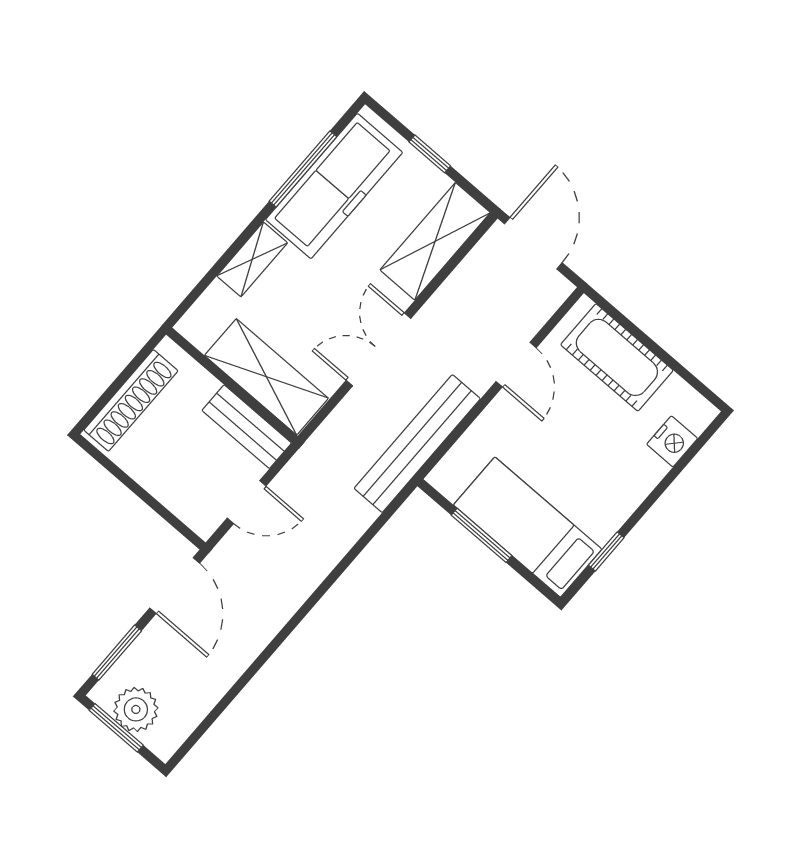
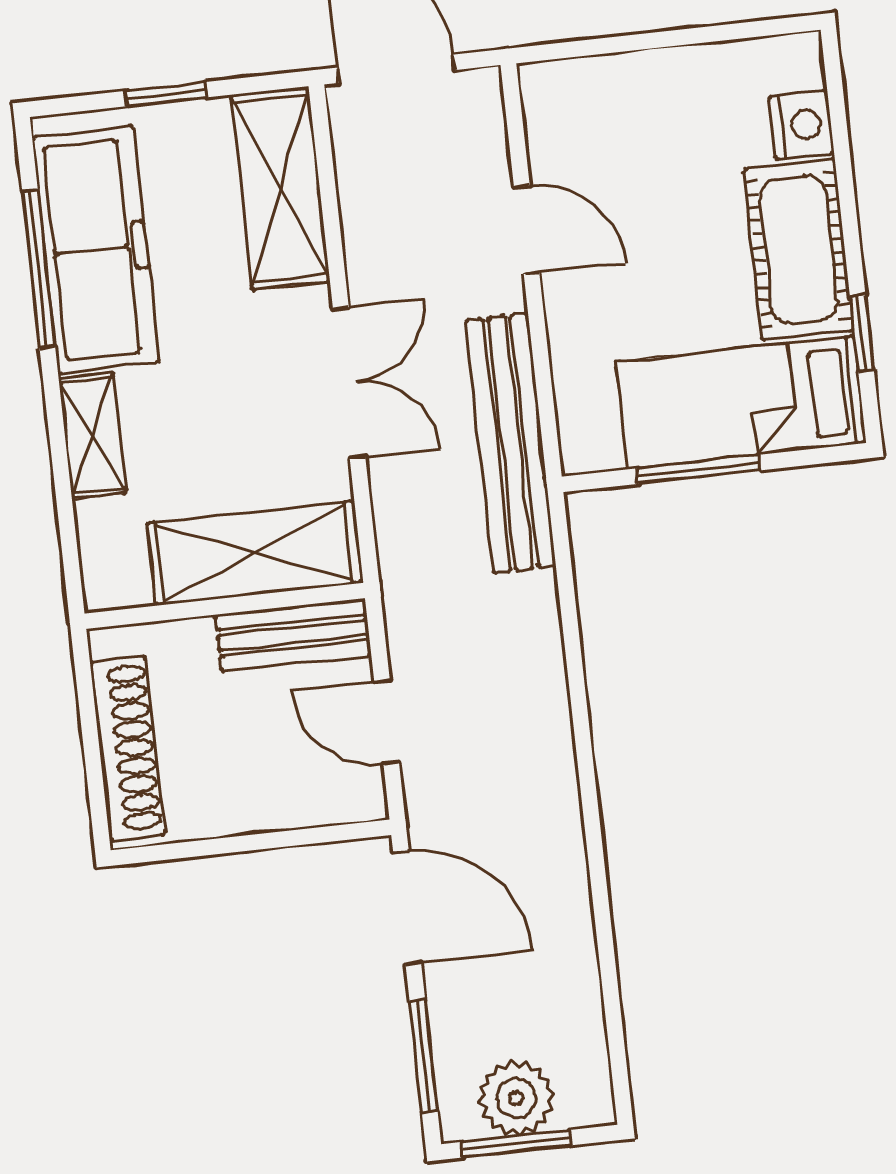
double door: (378, 349) -> (349, 383), swing flipped
cot: (617, 357) -> (799, 250), moved, turned 90
door: (247, 502) -> (387, 722), swing flipped

